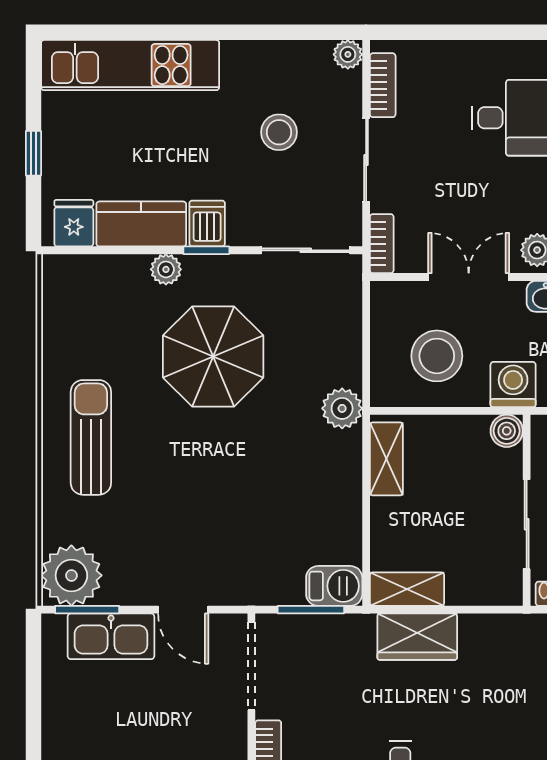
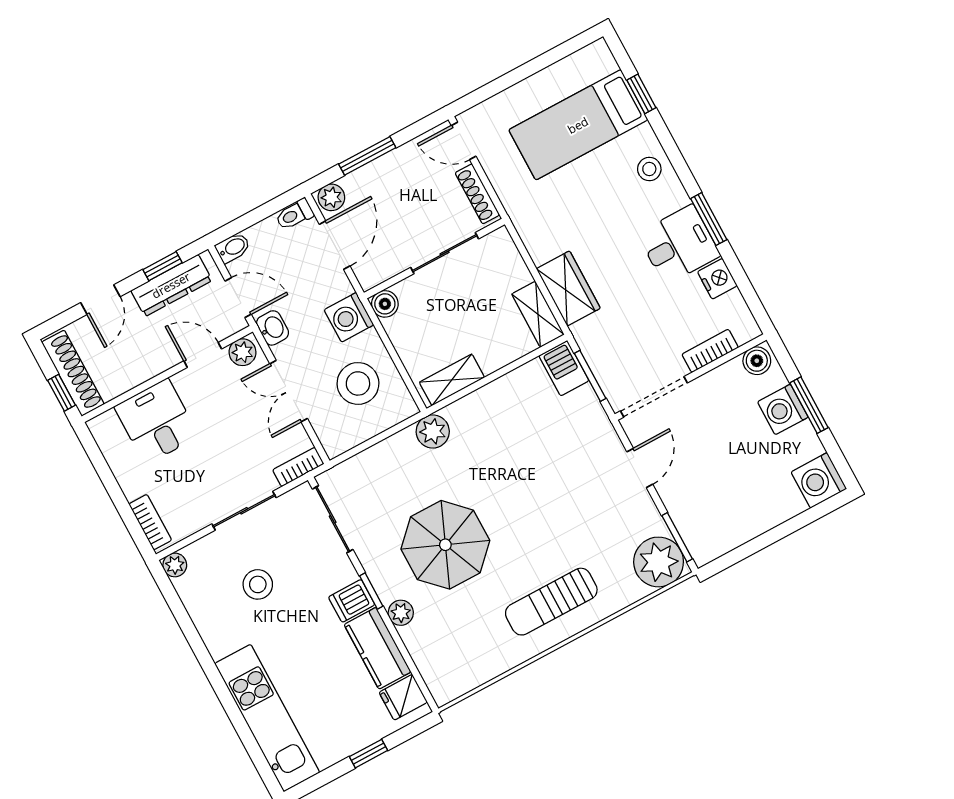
bookcase: (383, 85) -> (150, 522), moved, turned 90
kitchen sink: (111, 636) -> (687, 510), removed

